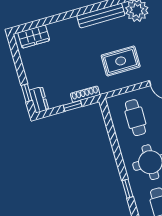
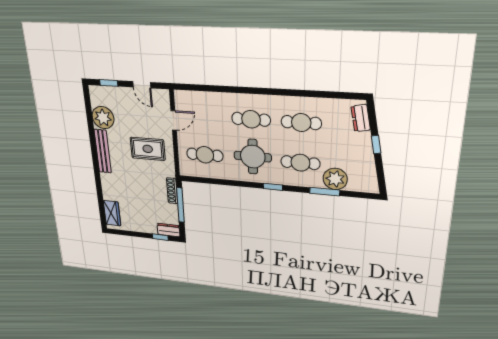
rug: (121, 61) -> (148, 149), turned 90
window: (73, 106) -> (180, 205), width x2.17

